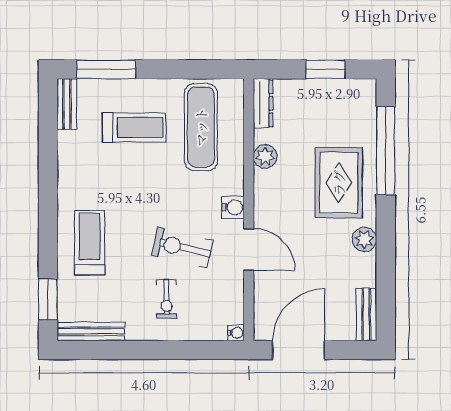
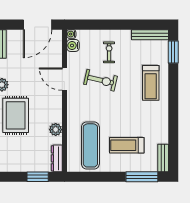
window: (325, 69) -> (38, 177), moved
water cooler: (233, 207) -> (73, 45), moved

